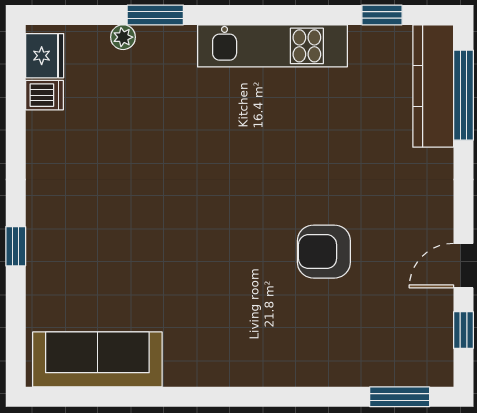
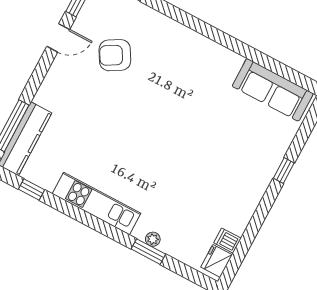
plant: (123, 37) -> (153, 239), moved
armchair: (324, 252) -> (115, 55), moved, turned 150

